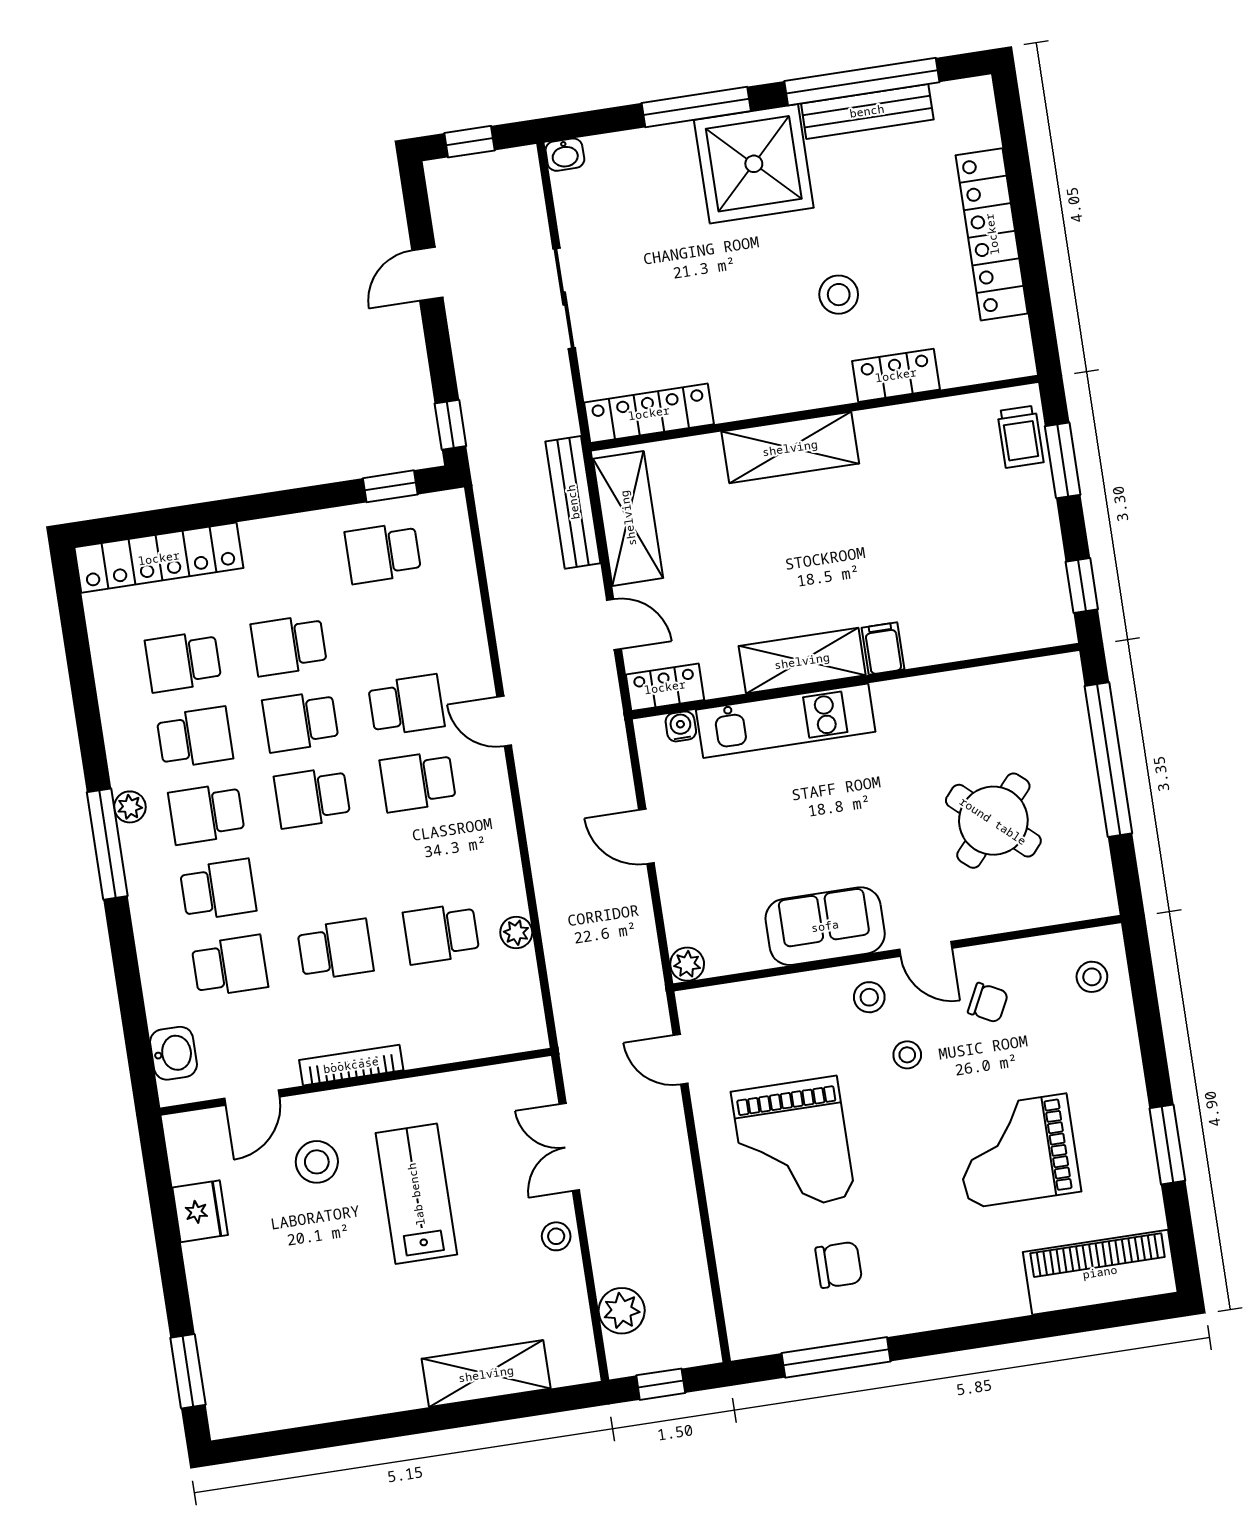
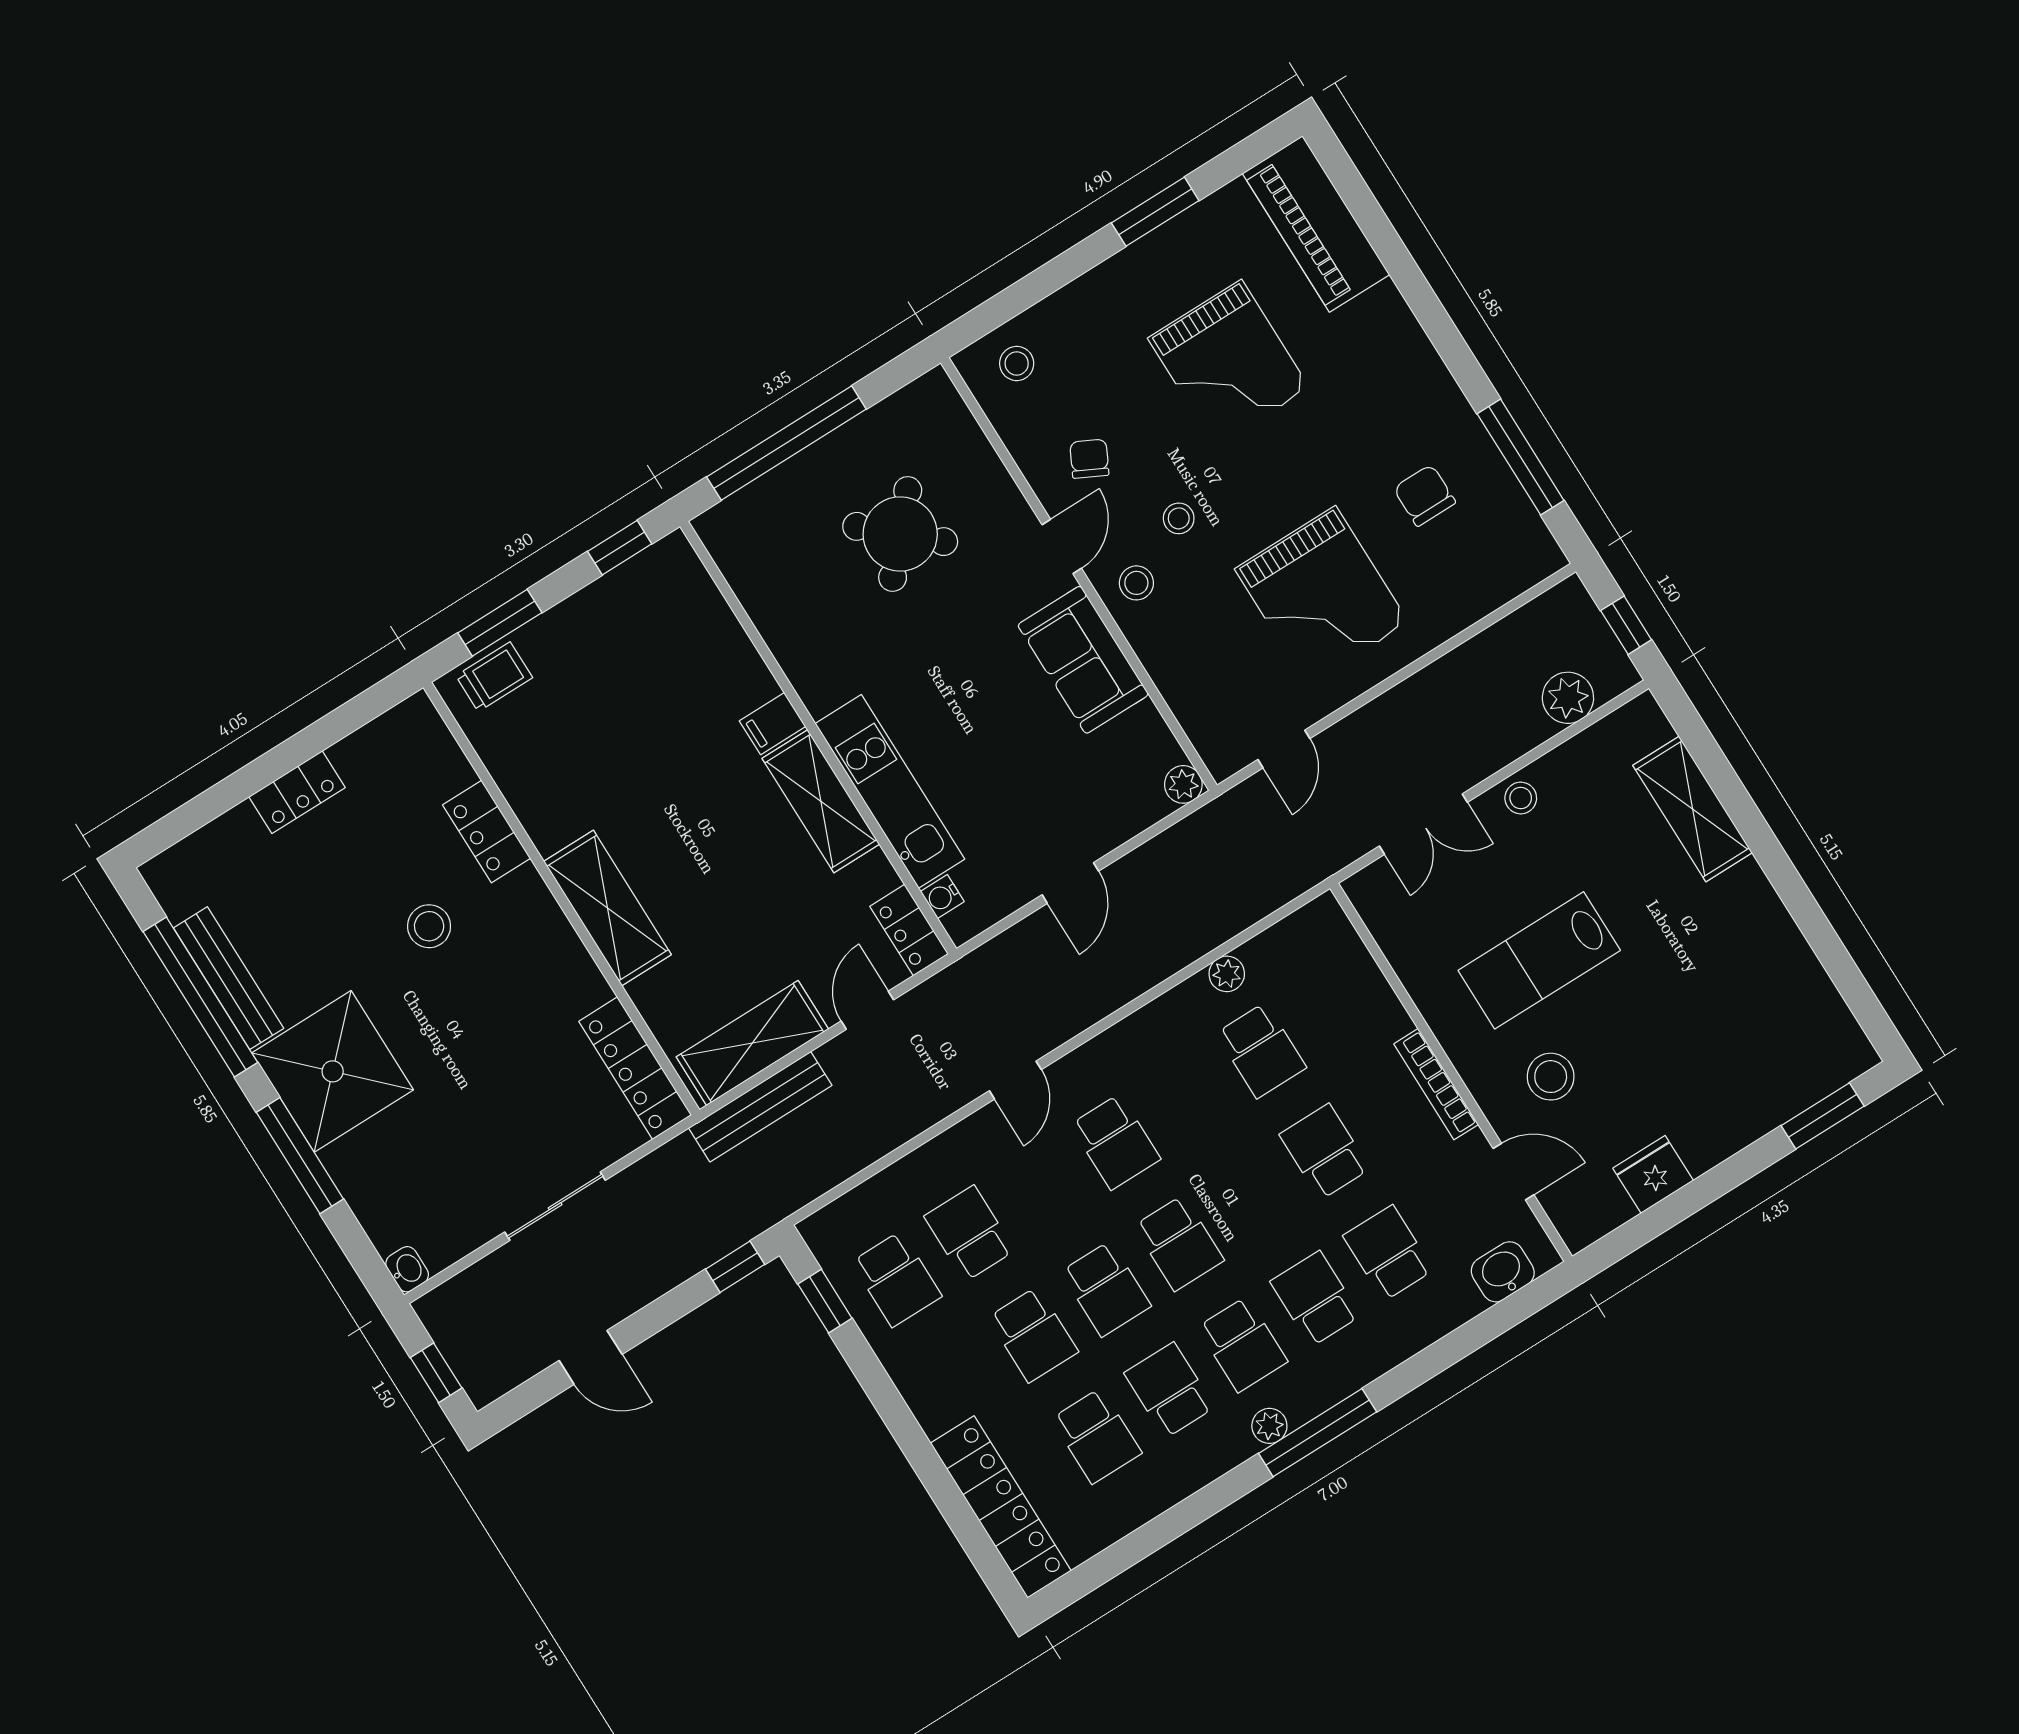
locker: (992, 234) -> (297, 792), width x0.46, depth x0.83
school desk: (406, 705) -> (969, 1233), moved
grand piano: (793, 1145) -> (1322, 596), turned 90

